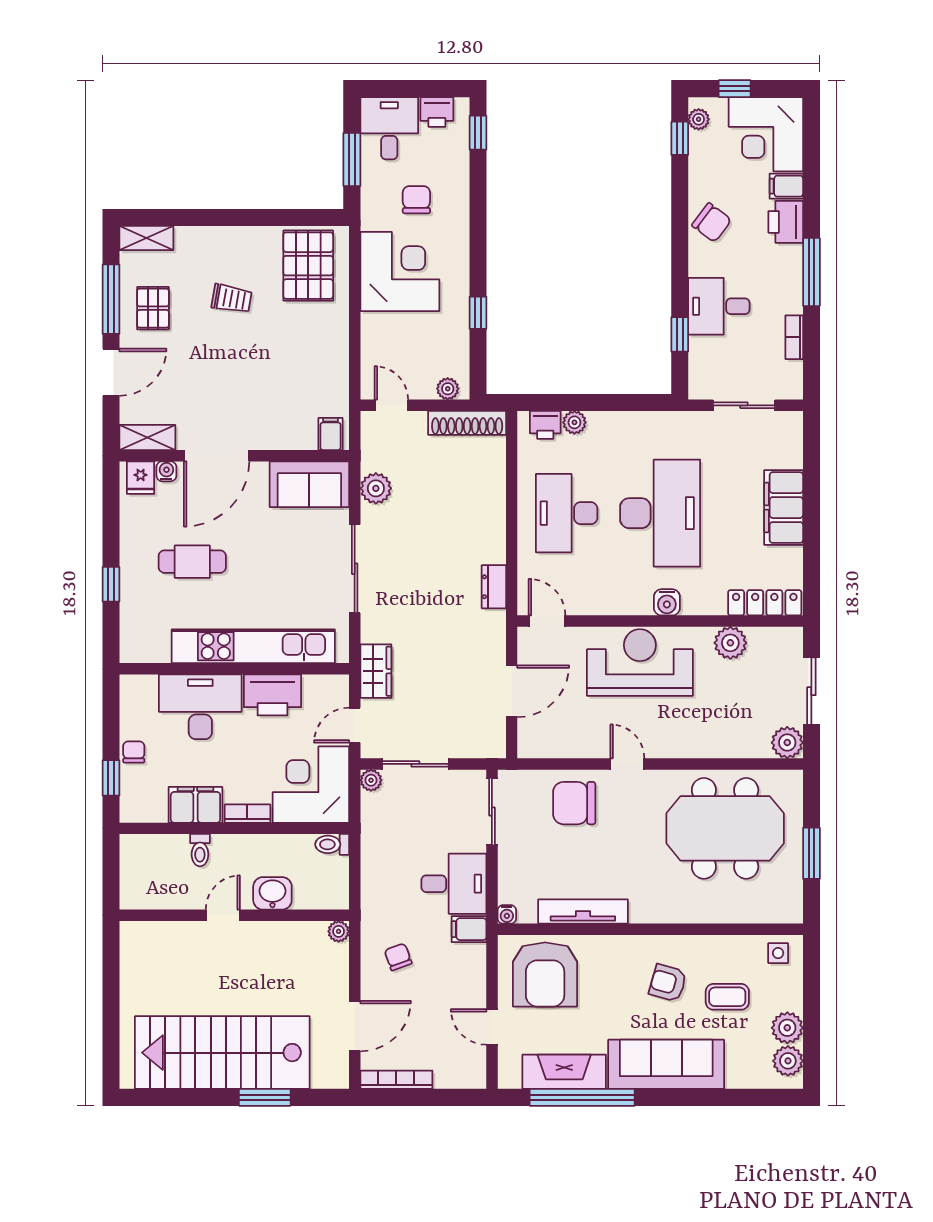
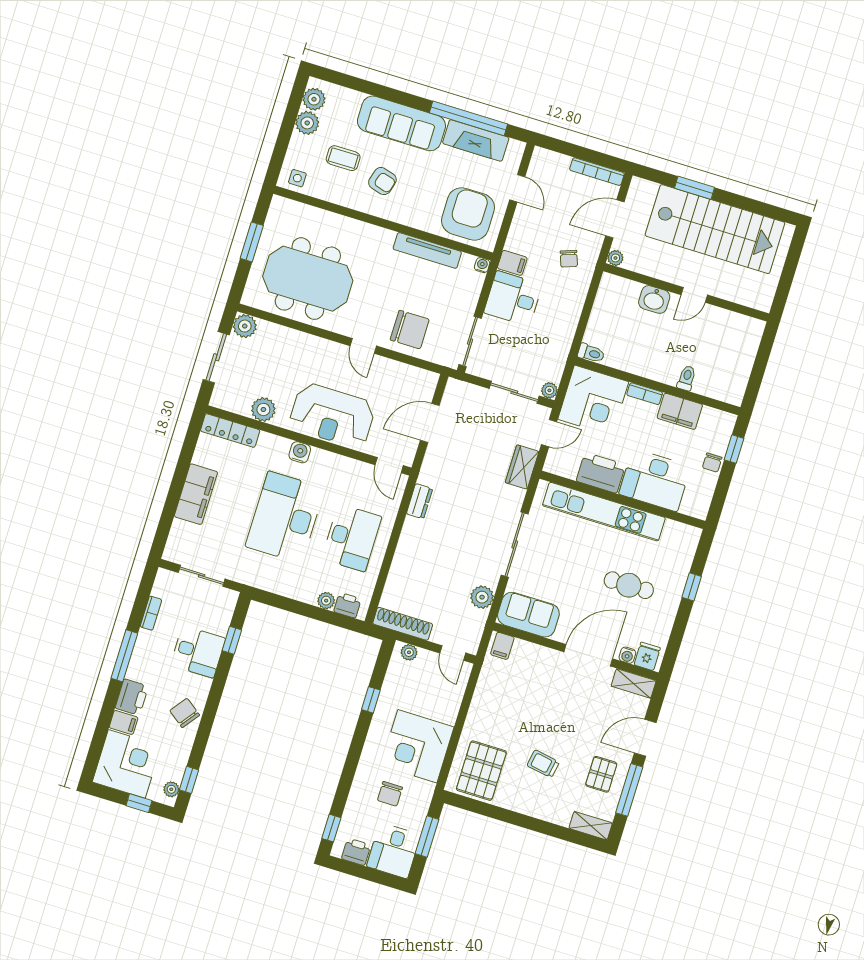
washbasin: (272, 893) -> (654, 299), moved
door: (223, 915) -> (694, 295), moved
wall: (234, 915) -> (686, 292), moved
plant: (339, 931) -> (615, 258), moved

